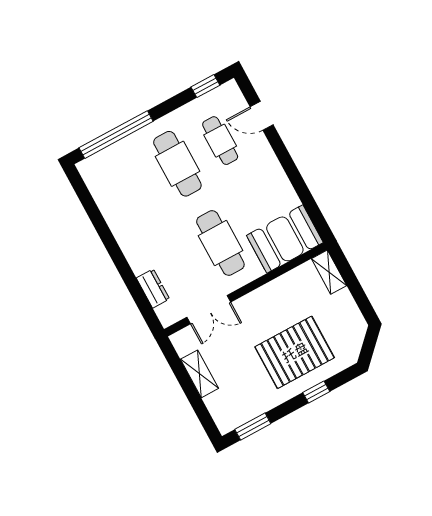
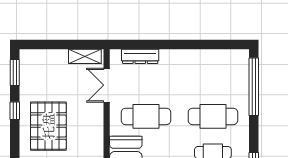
dresser: (153, 288) -> (140, 56), width x1.44
shelving: (199, 374) -> (85, 56), moved
window: (316, 392) -> (15, 111), moved

